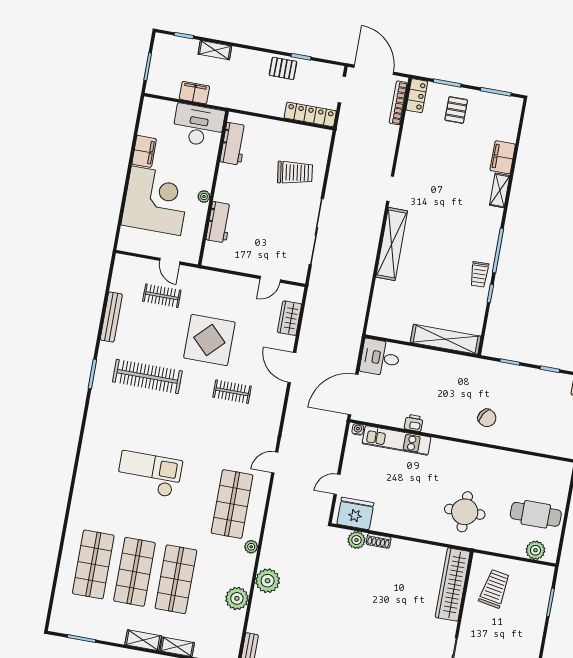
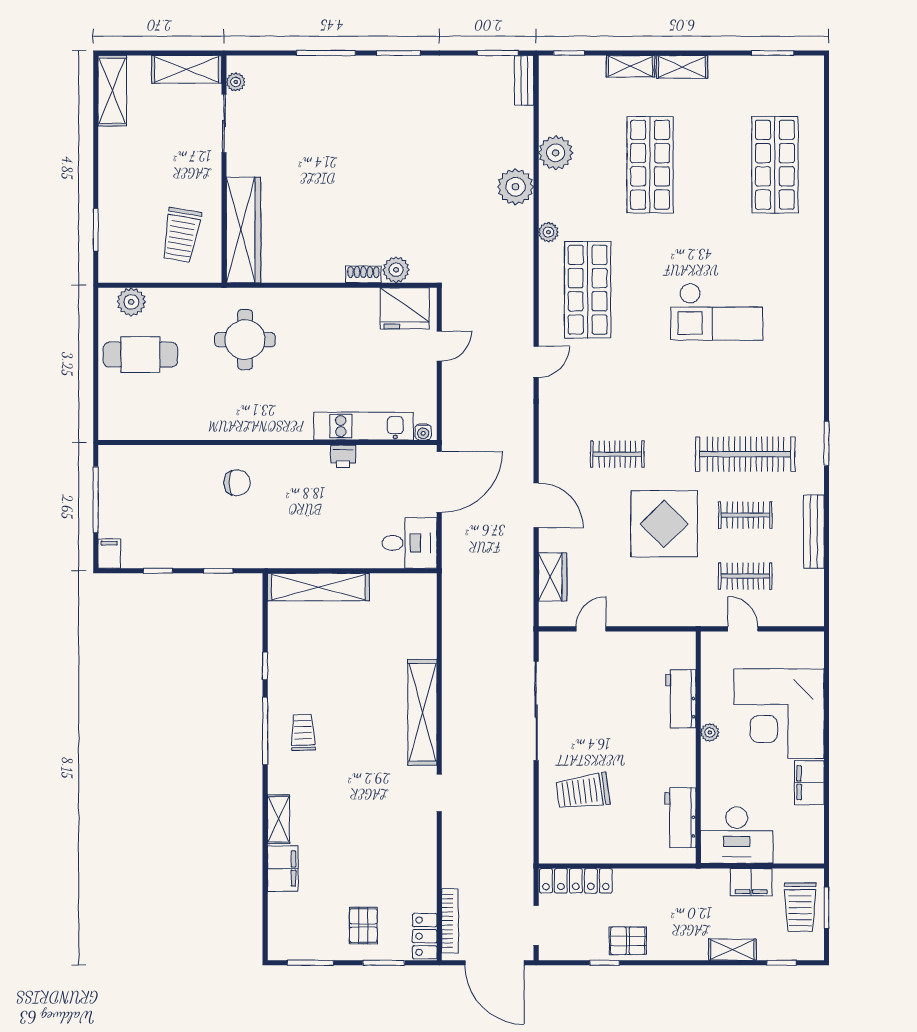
trolley: (165, 70) -> (800, 907), added
trolley: (479, 274) -> (303, 732), moved
clothes rail: (155, 336) -> (745, 515), added
chair: (487, 418) -> (237, 483), turned 147
shop shelf: (135, 572) -> (712, 165), removed

